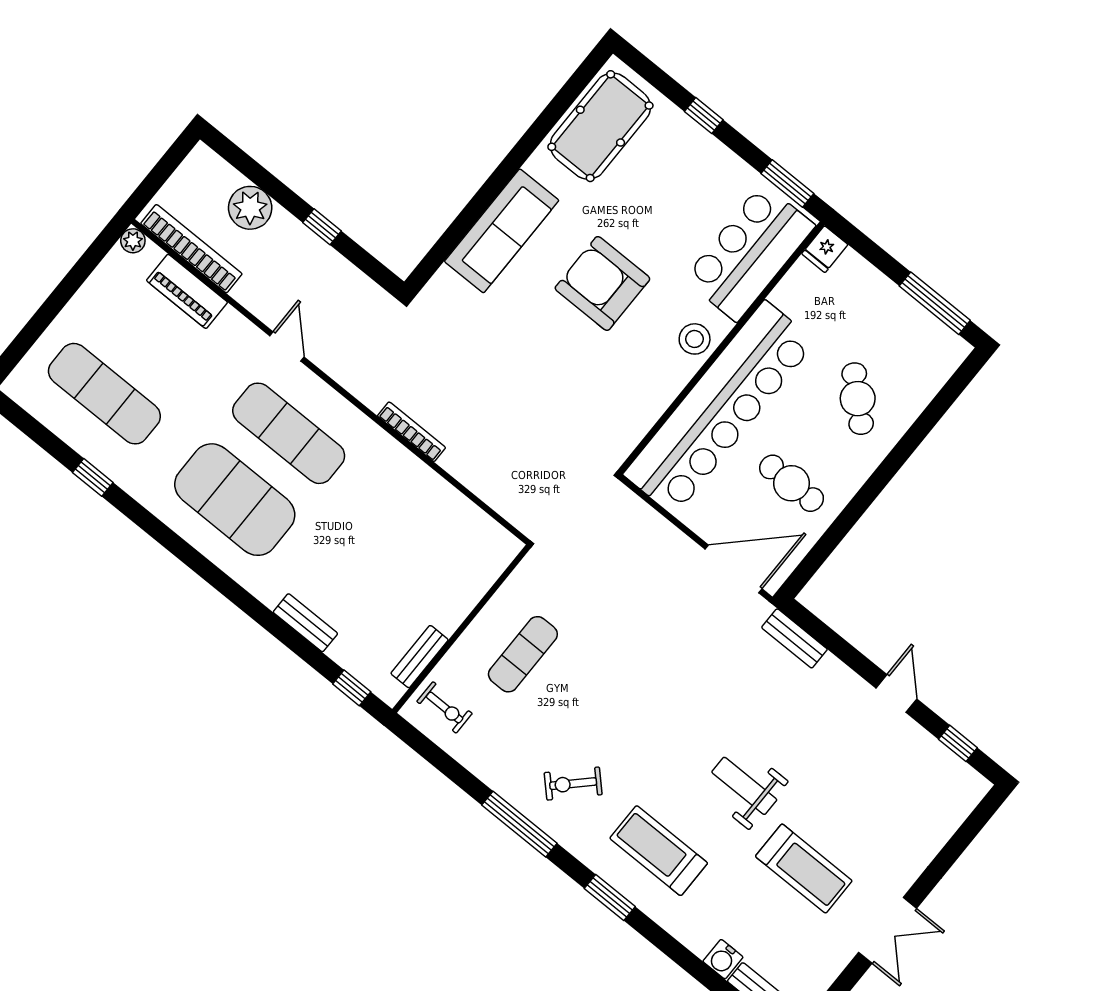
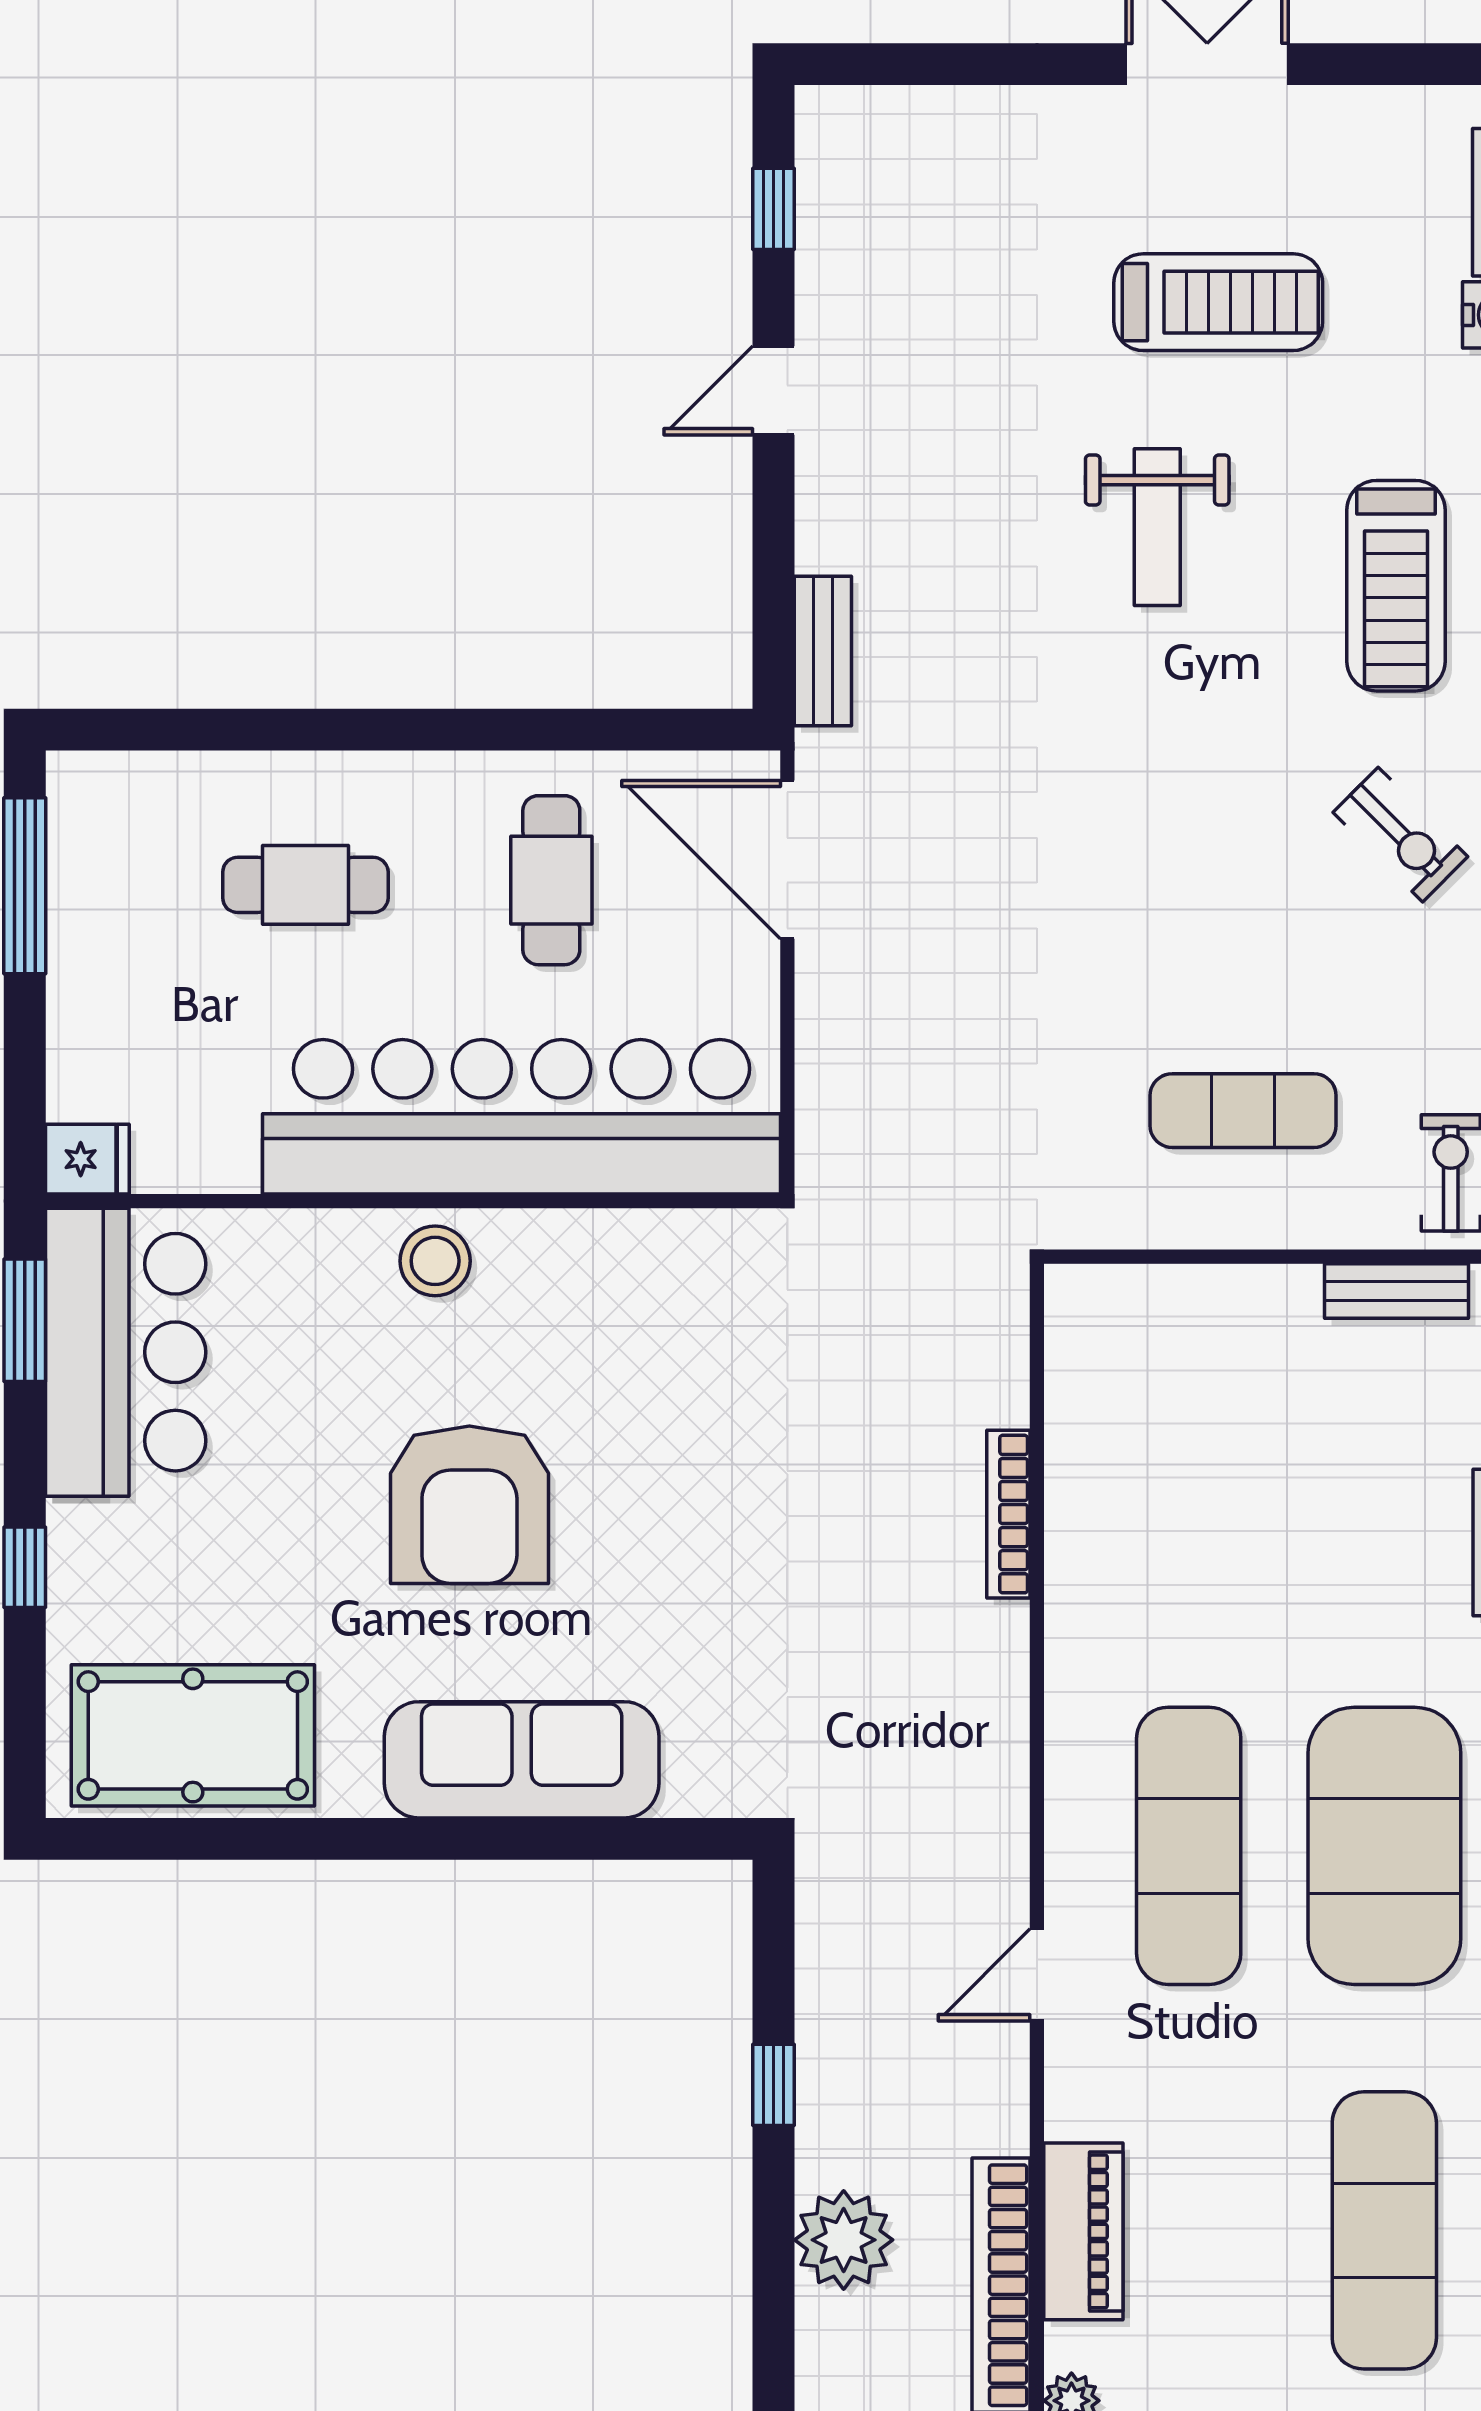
bar counter: (750, 252) -> (126, 1352), moved, turned -90
cafe table: (858, 399) -> (305, 885), turned 47
bookcase: (412, 432) -> (1008, 1514), moved
treadmill: (804, 869) -> (1218, 302), turned 90

